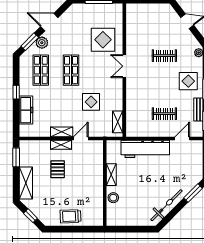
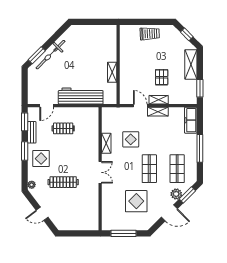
display table: (103, 40) -> (136, 201), moved
clothes rail: (164, 56) -> (63, 182), width x1.36
window: (16, 92) -> (200, 148), width x2.17
freezer: (26, 110) -> (191, 120), moved
shelving: (118, 122) -> (106, 143), moved
door: (81, 138) -> (140, 106), swing flipped
stool: (113, 198) -> (110, 51), removed
bicycle: (166, 205) -> (51, 55), moved

